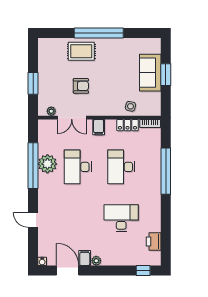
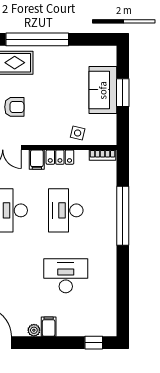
locker: (127, 125) -> (60, 157), moved
printer: (154, 242) -> (107, 306), removed
filing cabinet: (85, 258) -> (49, 327), moved

